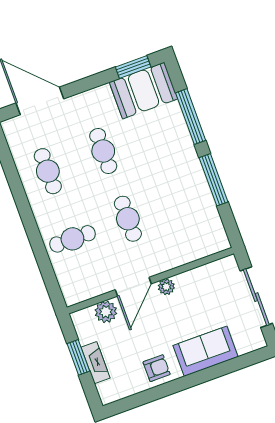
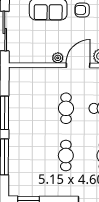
booth: (144, 90) -> (27, 184), removed

